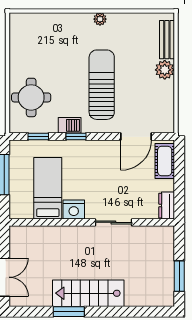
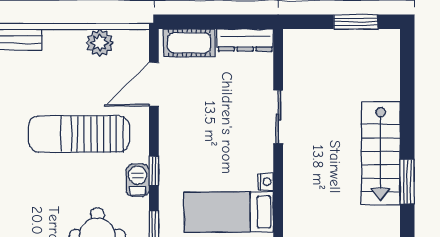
plant: (165, 70) -> (100, 43), moved
door: (136, 137) -> (154, 84), swing flipped
dresser: (167, 206) -> (245, 40), width x1.44
nightstand: (74, 210) -> (266, 182), width x0.53, depth x0.56

